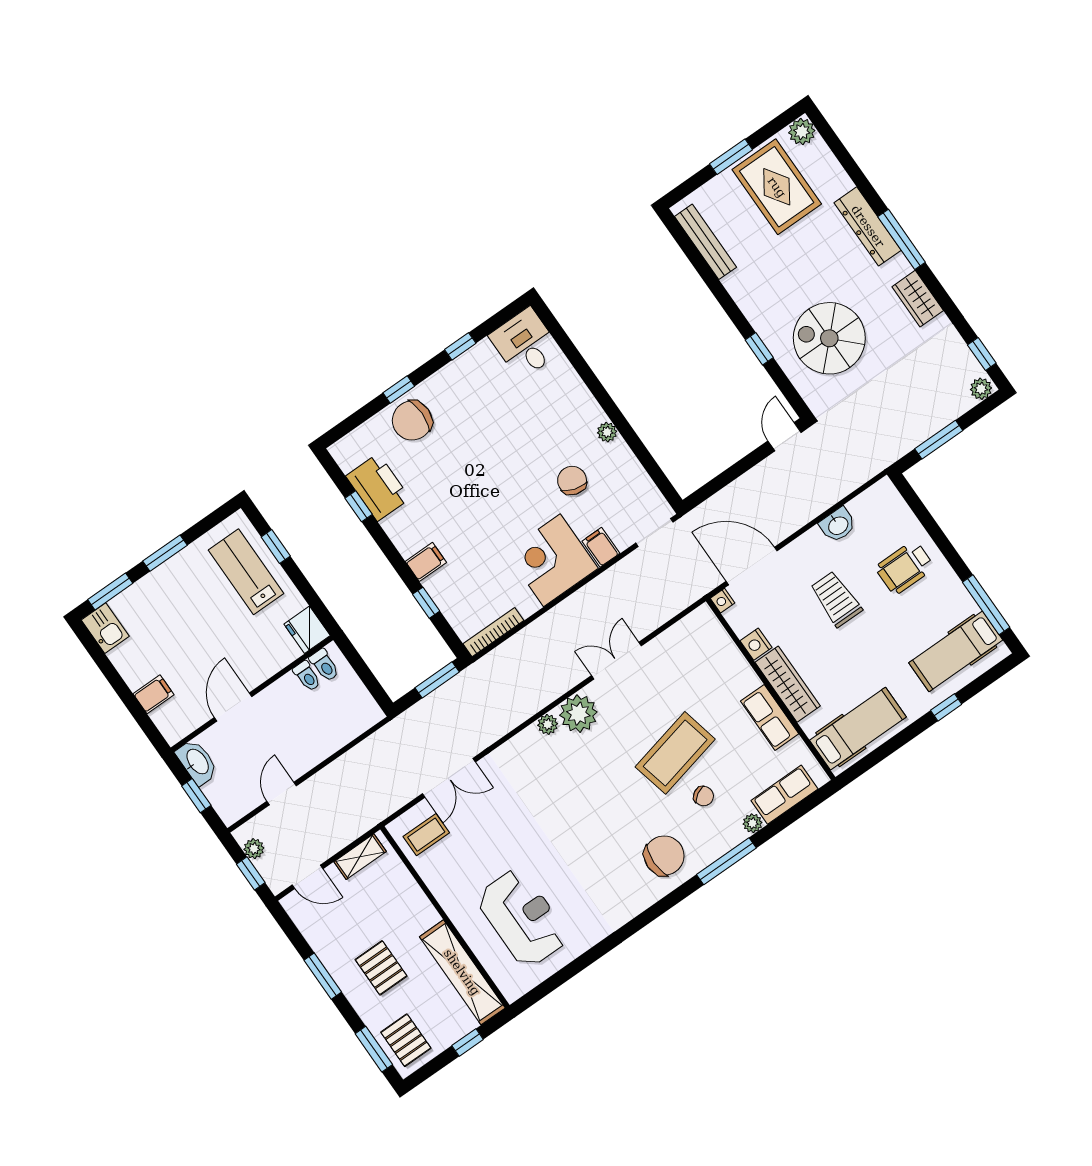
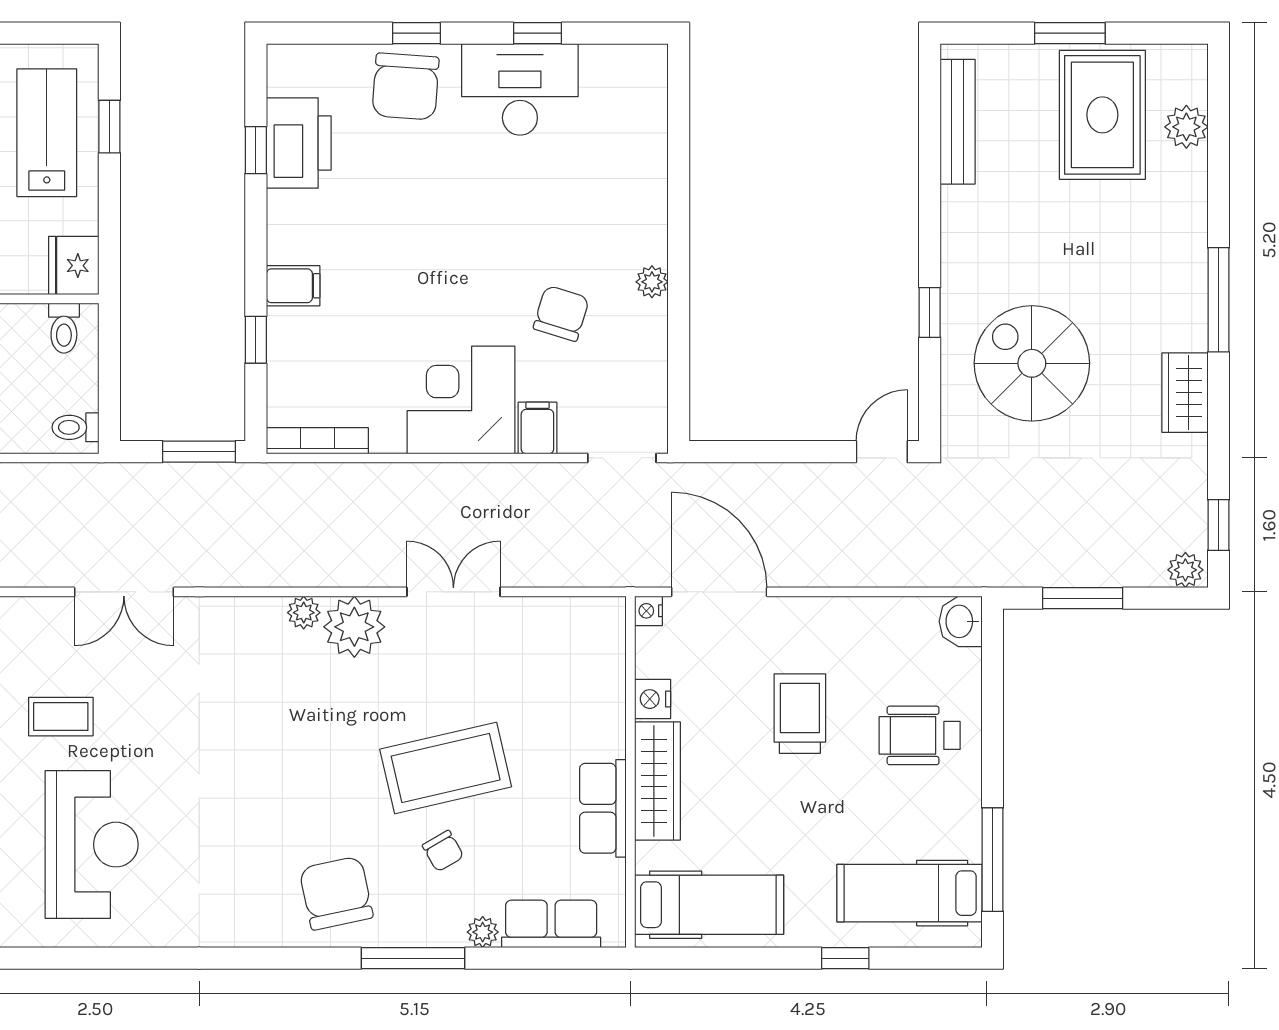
plant: (802, 132) -> (1186, 127), moved
dresser: (868, 226) -> (1186, 251), removed
desk: (525, 344) -> (520, 89), moved, width x1.37
chair: (412, 420) -> (406, 86), turned -86
washbasin: (838, 525) -> (961, 621), moved, turned 90
toilet: (307, 676) -> (75, 427), moved, turned 90
coffee table: (426, 835) -> (61, 717), moved
chair: (664, 856) -> (336, 893), turned -102

